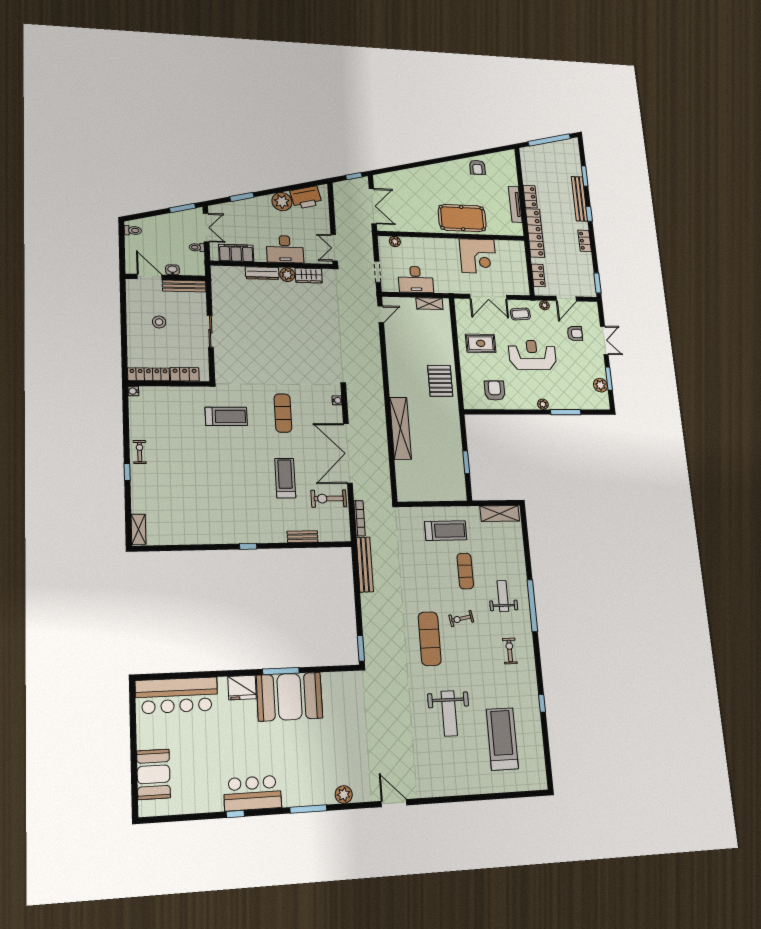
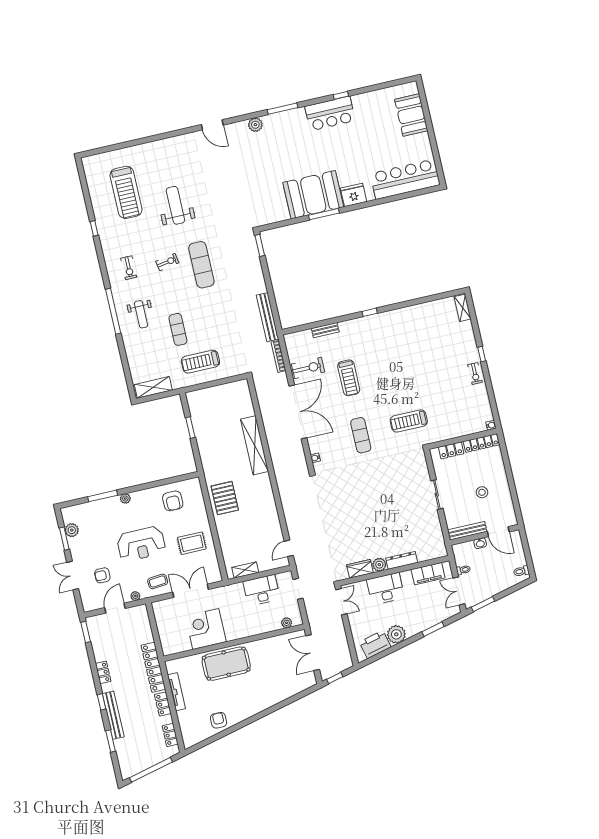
locker: (538, 275) -> (170, 735), moved
exercise bike: (461, 619) -> (167, 262), moved

